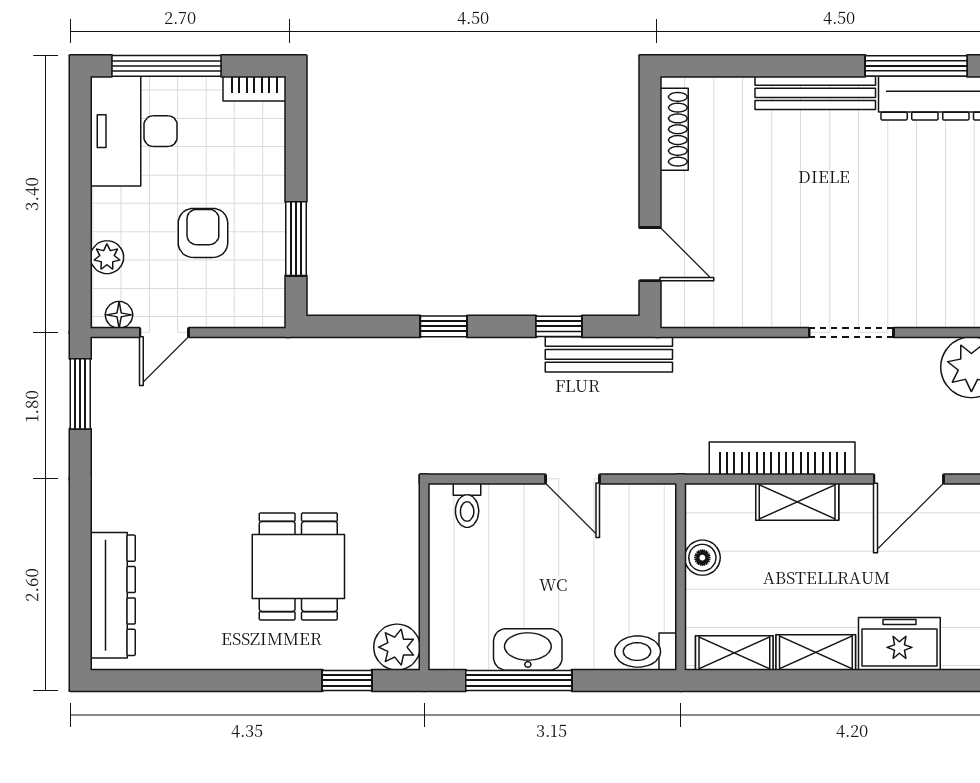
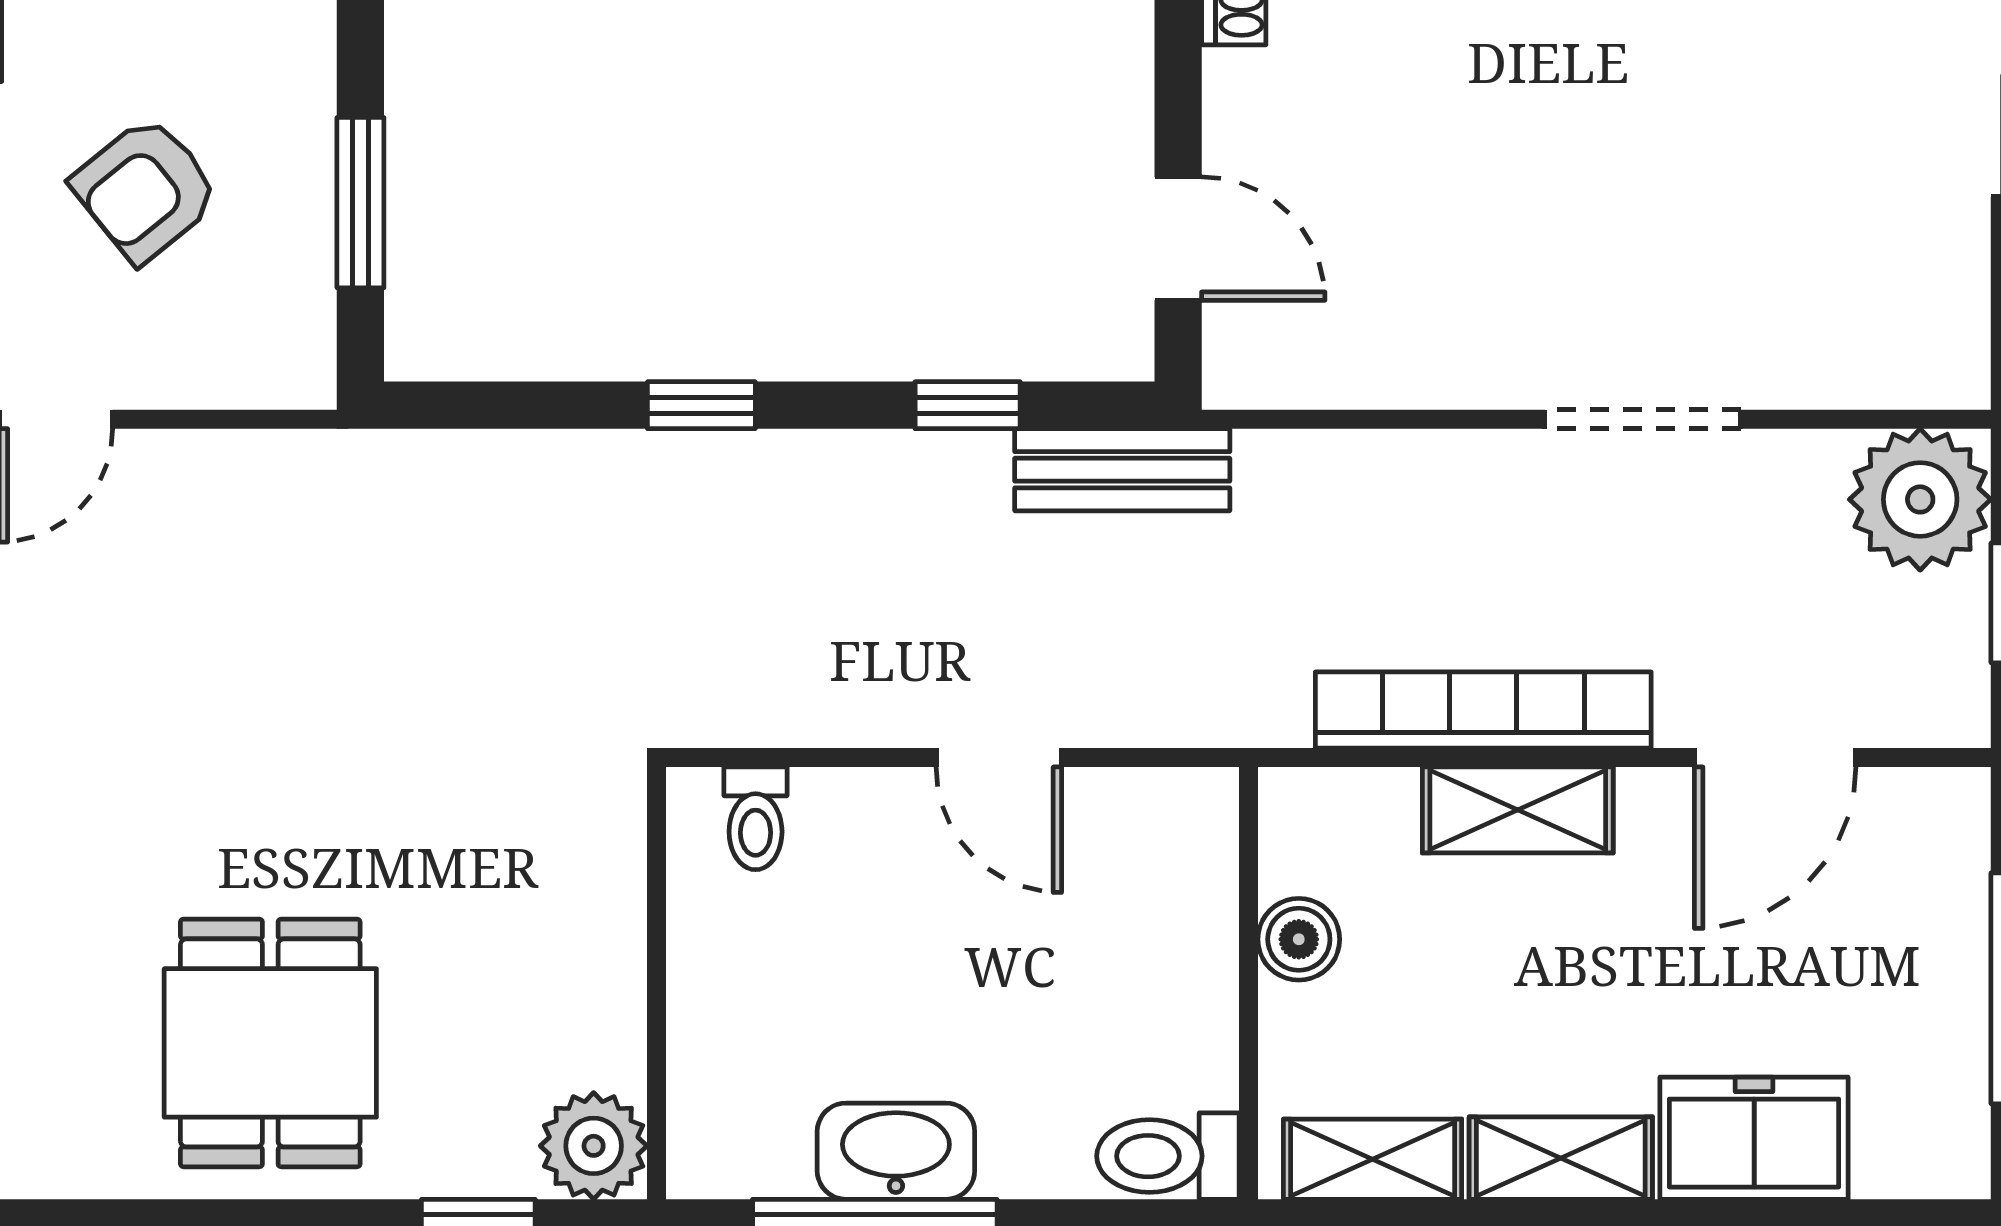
armchair: (203, 233) -> (146, 190), turned -129
bench: (609, 354) -> (1122, 470), width x0.73
dining table: (298, 566) -> (270, 1043), moved

